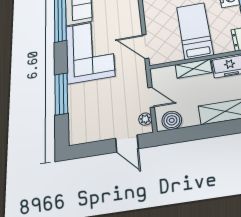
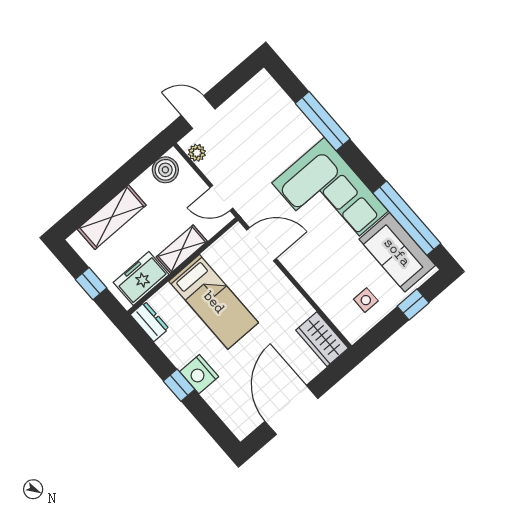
door: (151, 97) -> (221, 198), moved

